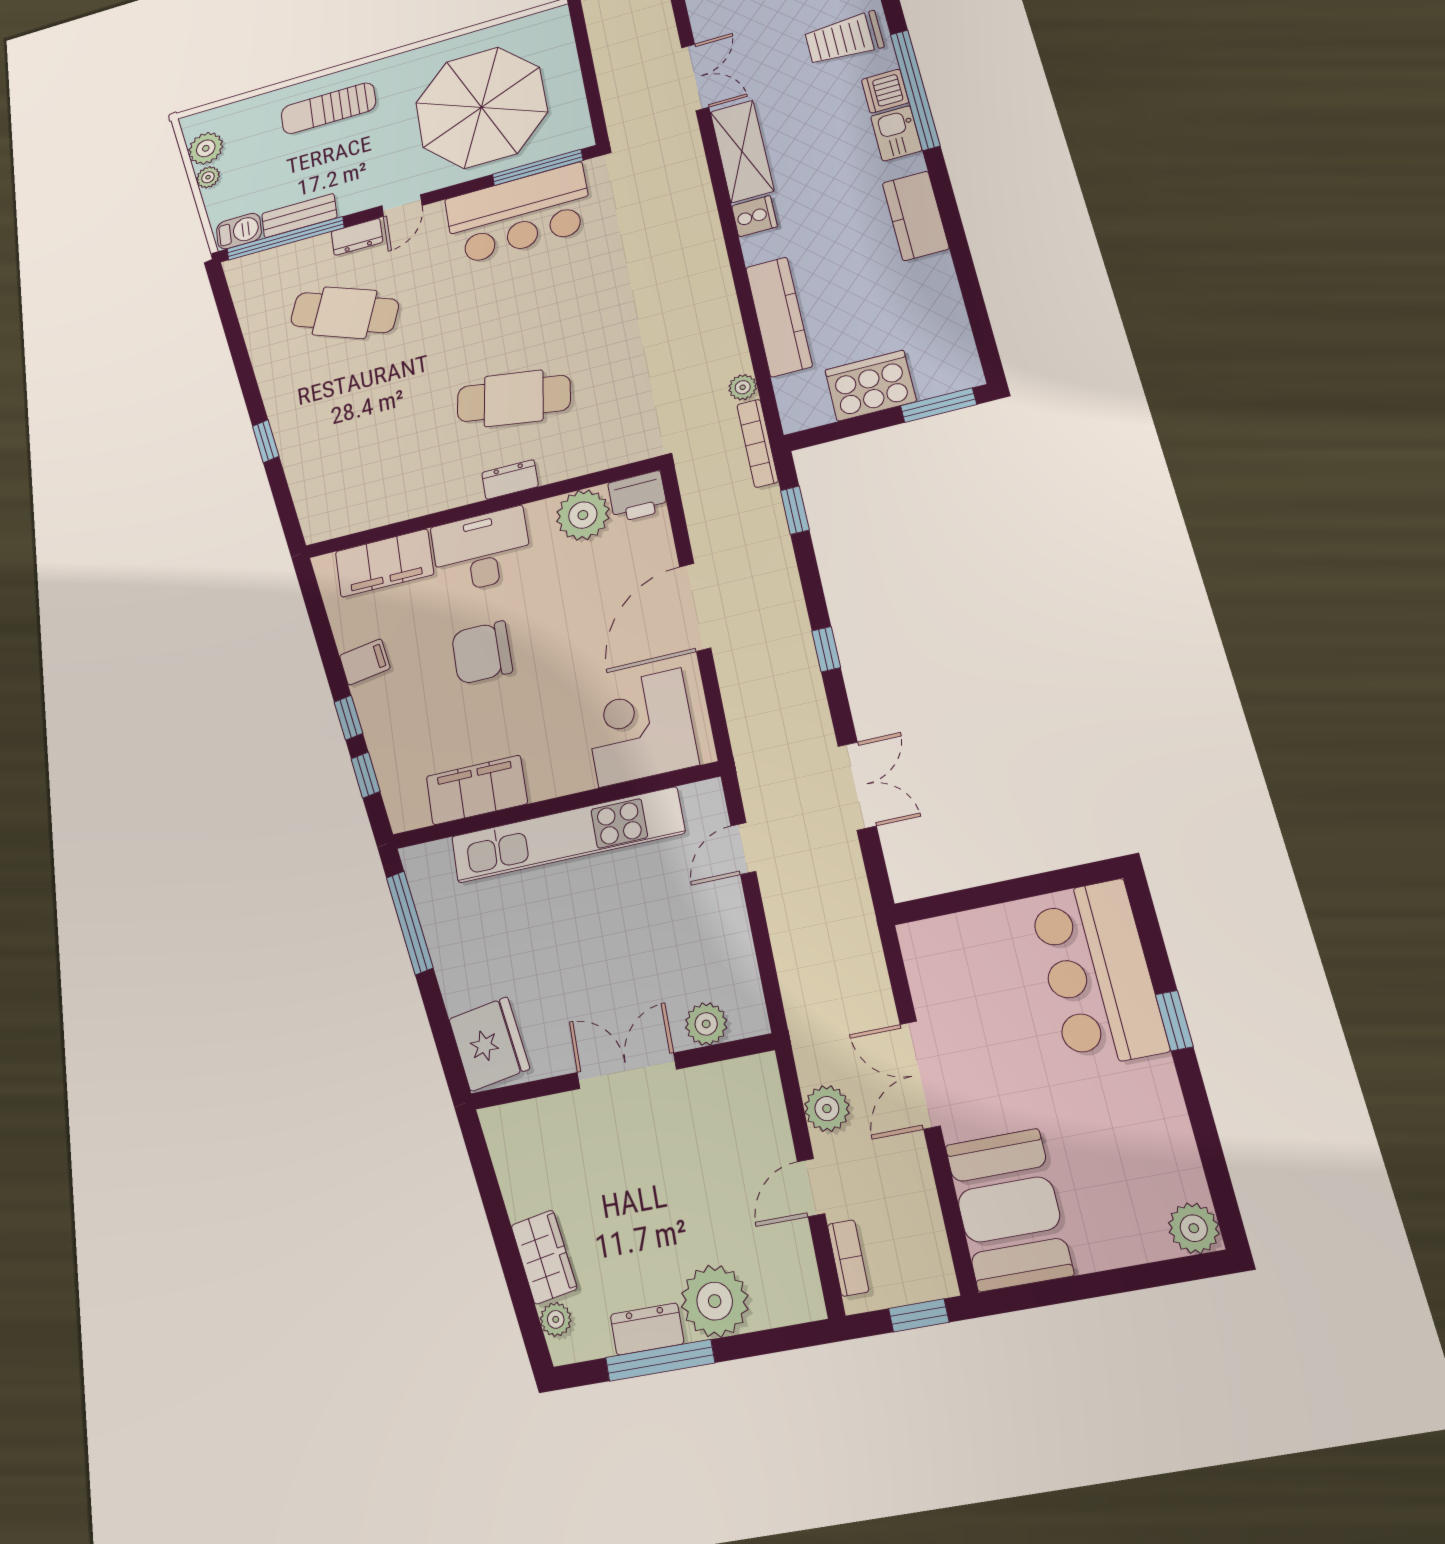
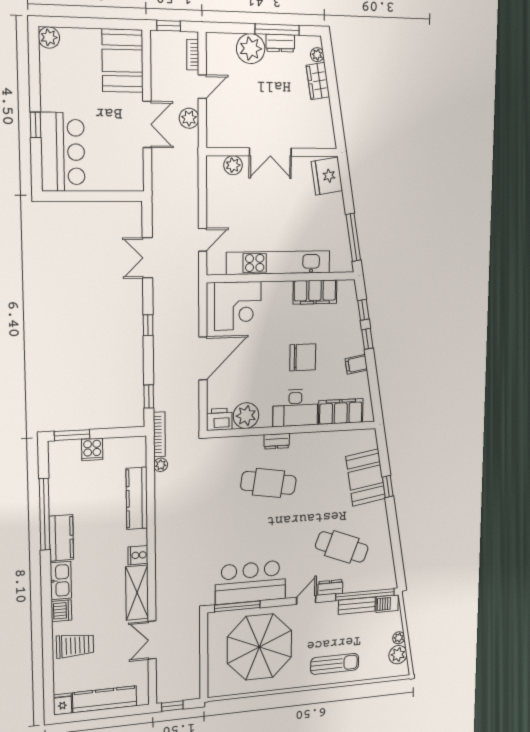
window: (915, 90) -> (45, 514), moved
kitchen sink: (896, 133) -> (61, 580), width x1.38
cooker: (870, 386) -> (92, 449), width x0.53, depth x0.76
booth: (314, 449) -> (366, 478), added

